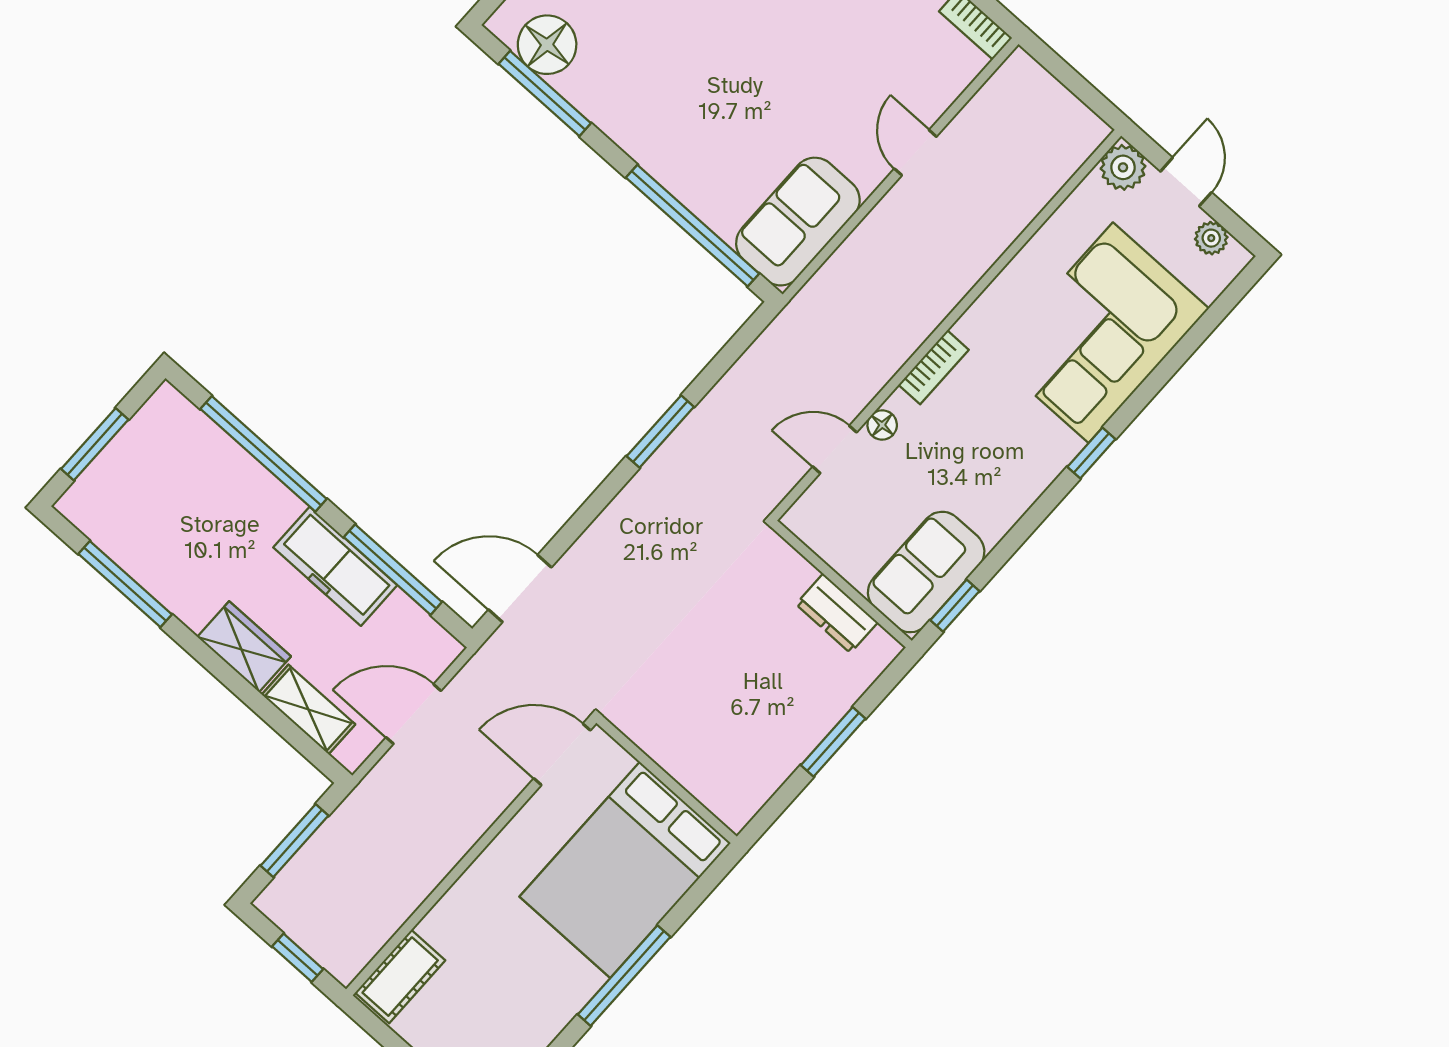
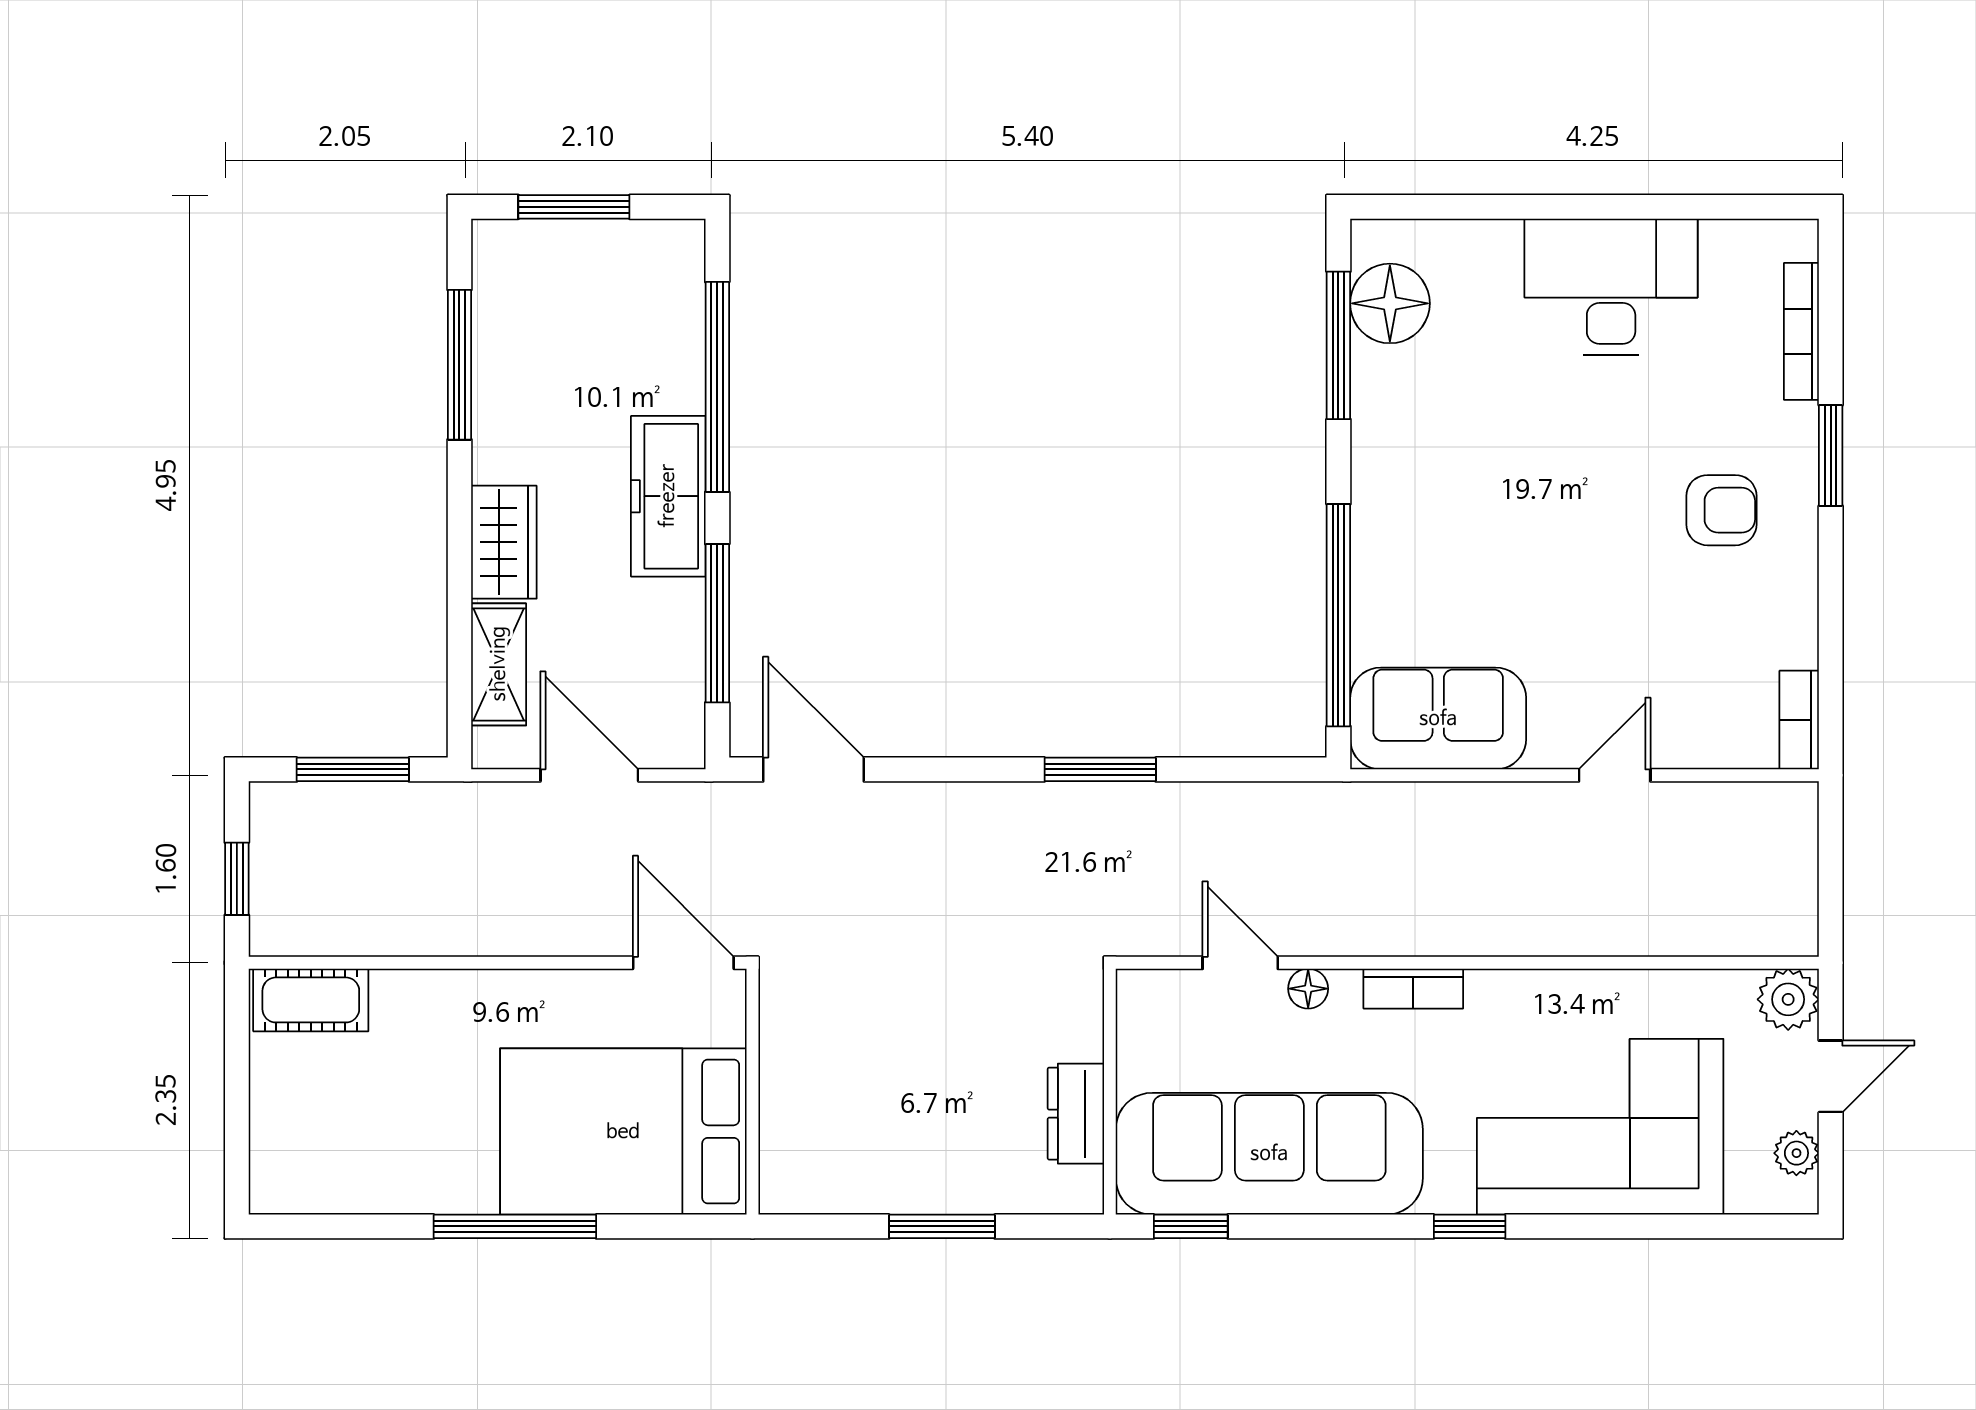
freezer: (335, 566) -> (668, 496), moved
sofa: (926, 572) -> (1269, 1154), width x1.85, depth x1.27

